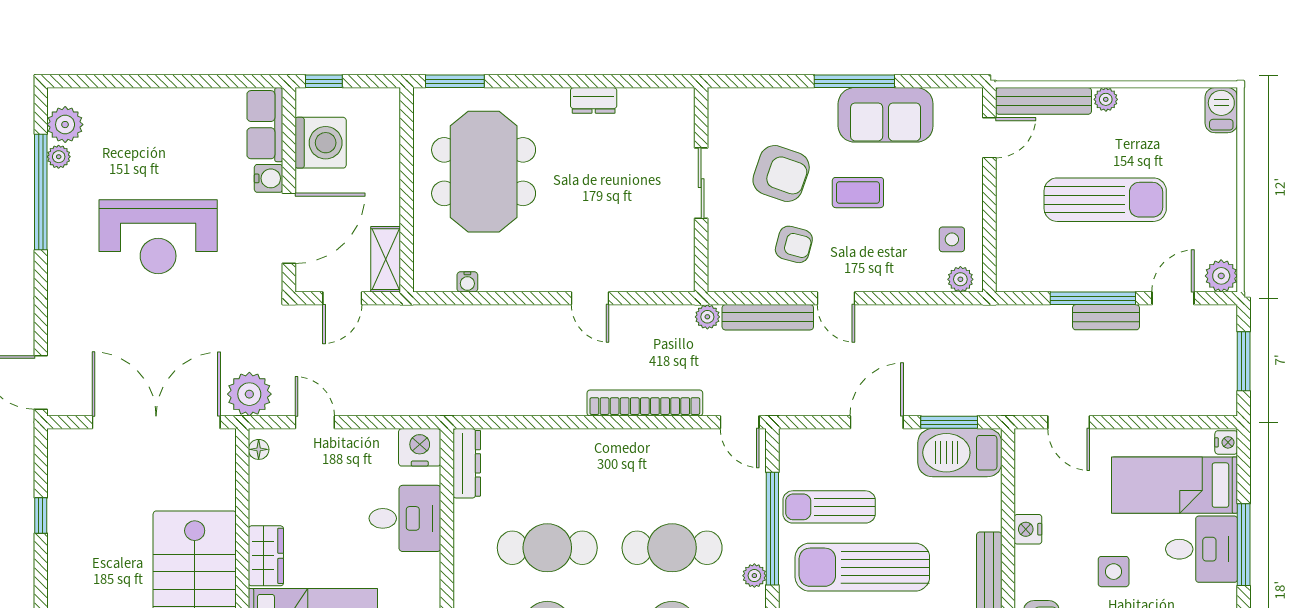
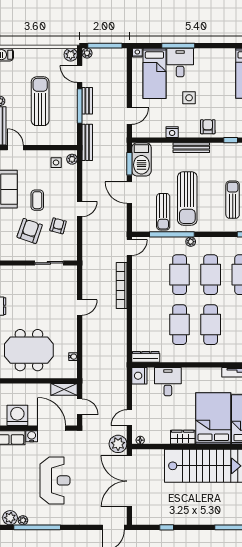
sliding door: (701, 183) -> (49, 263), moved
plant: (707, 317) -> (87, 53), moved
bench: (768, 317) -> (87, 142), moved
window: (1244, 361) -> (105, 46), width x1.44

